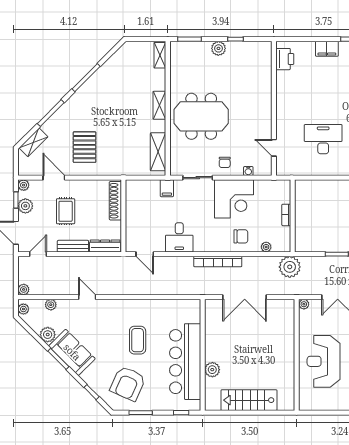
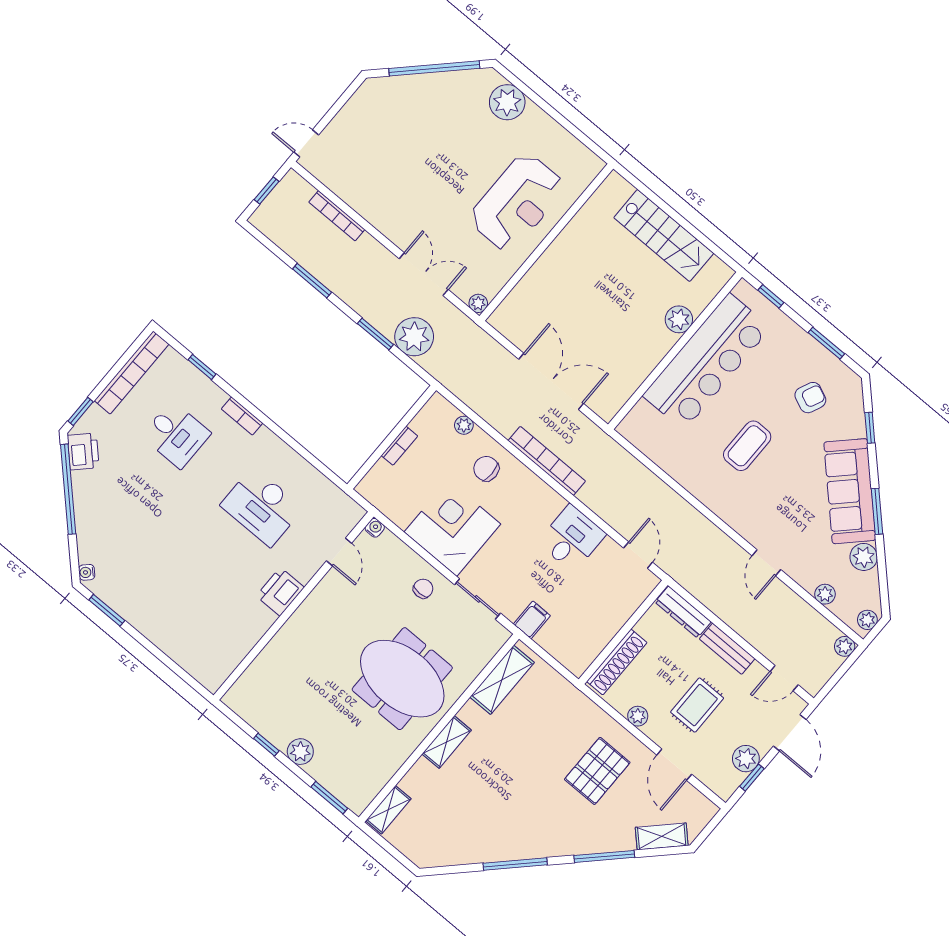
filing cabinet: (327, 49) -> (152, 626), removed
printer: (285, 59) -> (280, 592), moved
water cooler: (248, 171) -> (375, 528), moved
plant: (24, 185) -> (638, 716), moved
plant: (290, 267) -> (414, 337), moved
sofa: (72, 352) -> (850, 491), width x1.36
armchair: (128, 384) -> (810, 398), width x0.53, depth x0.53

